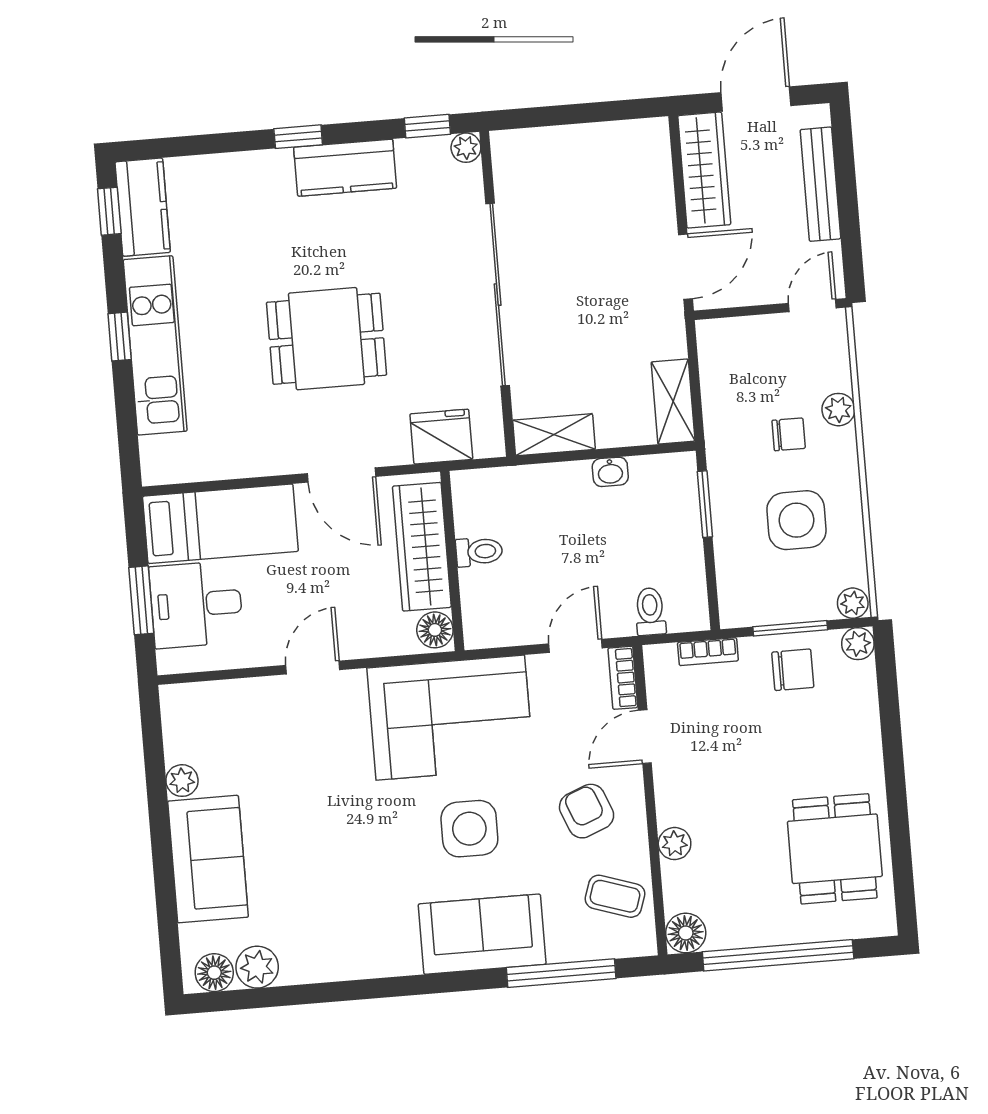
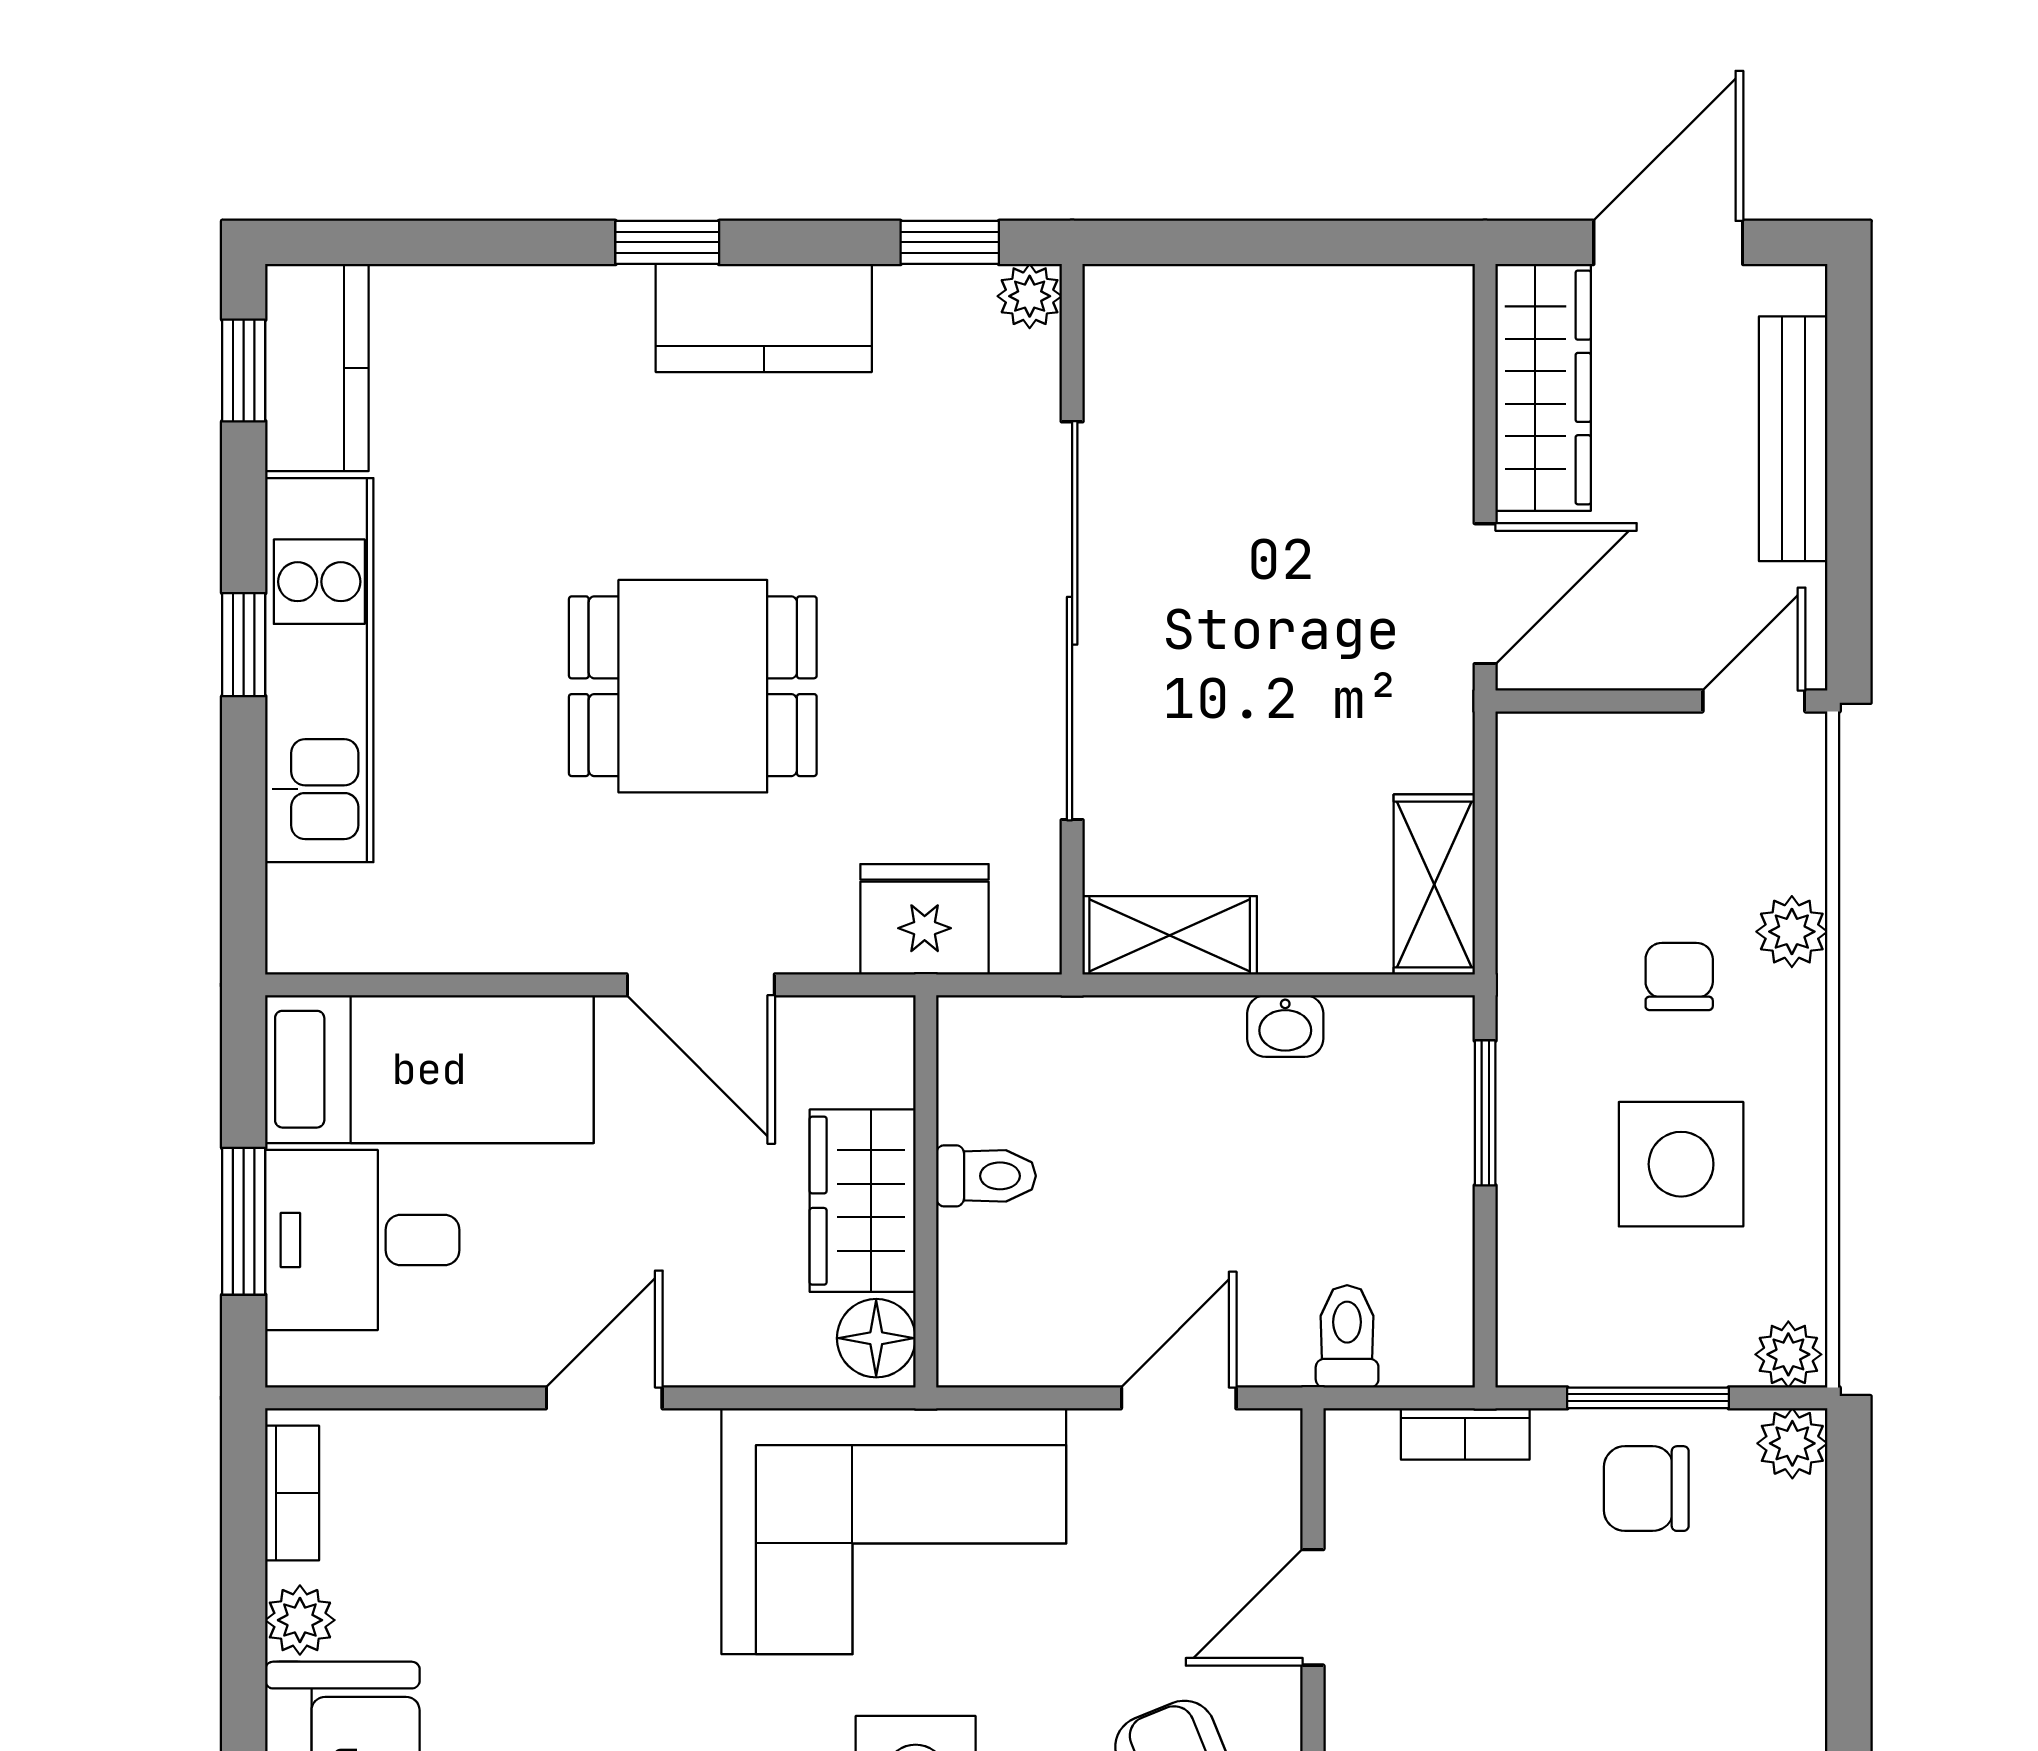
chair: (789, 434) -> (1679, 976), turned -90
wardrobe: (422, 547) -> (863, 1201), width x0.67
chair: (793, 670) -> (1646, 1489), turned 180
bookcase: (623, 678) -> (292, 1493), moved, turned 180

